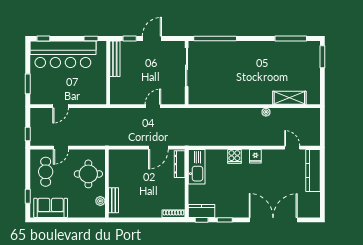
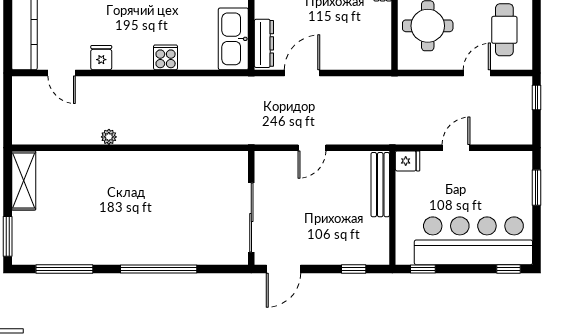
door: (152, 39) -> (283, 269), moved
window: (215, 39) -> (159, 269), moved
bench: (115, 59) -> (380, 185), moved
shelving: (289, 98) -> (24, 180), moved, turned 90
fridge: (100, 99) -> (408, 161), added
door: (61, 106) -> (456, 148), moved
fridge: (255, 156) -> (101, 58), moved

